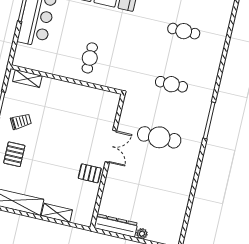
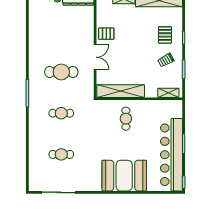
shelving: (88, 95) -> (121, 91), added
double door: (111, 146) -> (95, 57), swing flipped

